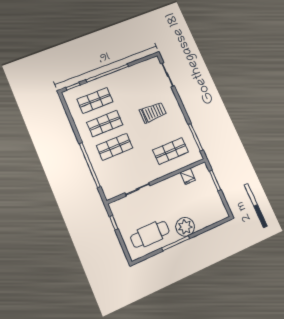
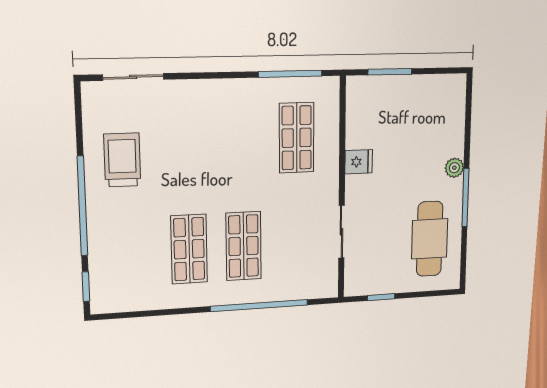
shop shelf: (95, 101) -> (133, 252), removed
trolley: (153, 112) -> (122, 160), moved
fridge: (188, 176) -> (359, 162), moved
plant: (185, 227) -> (454, 168), width x0.53, depth x0.53

